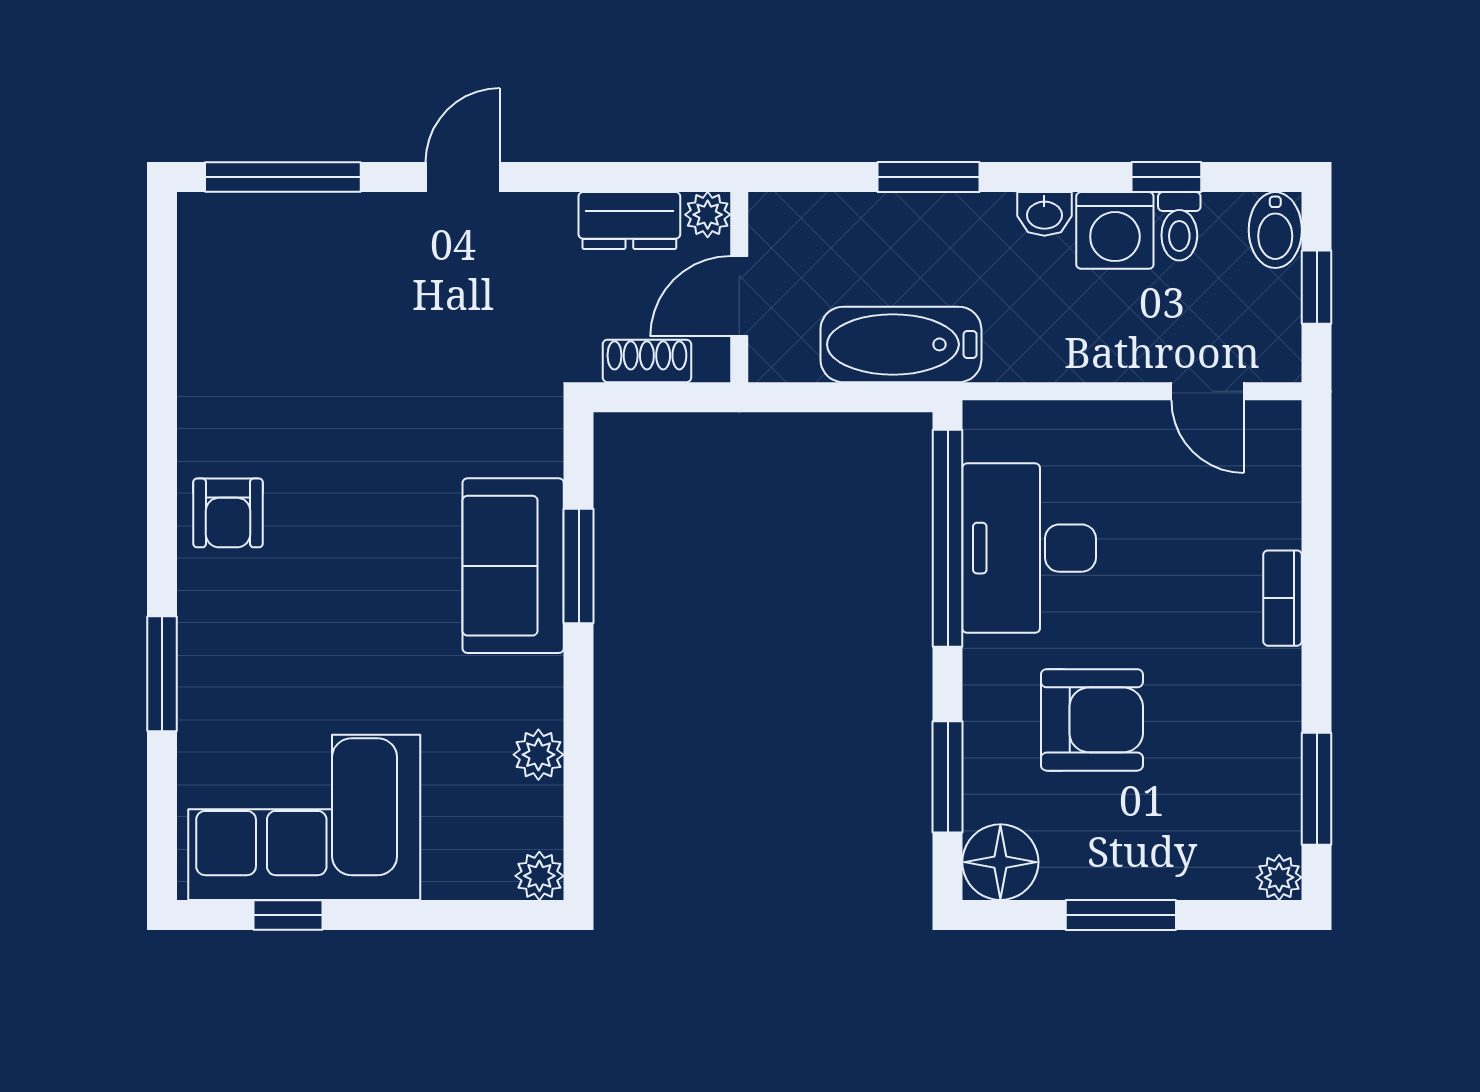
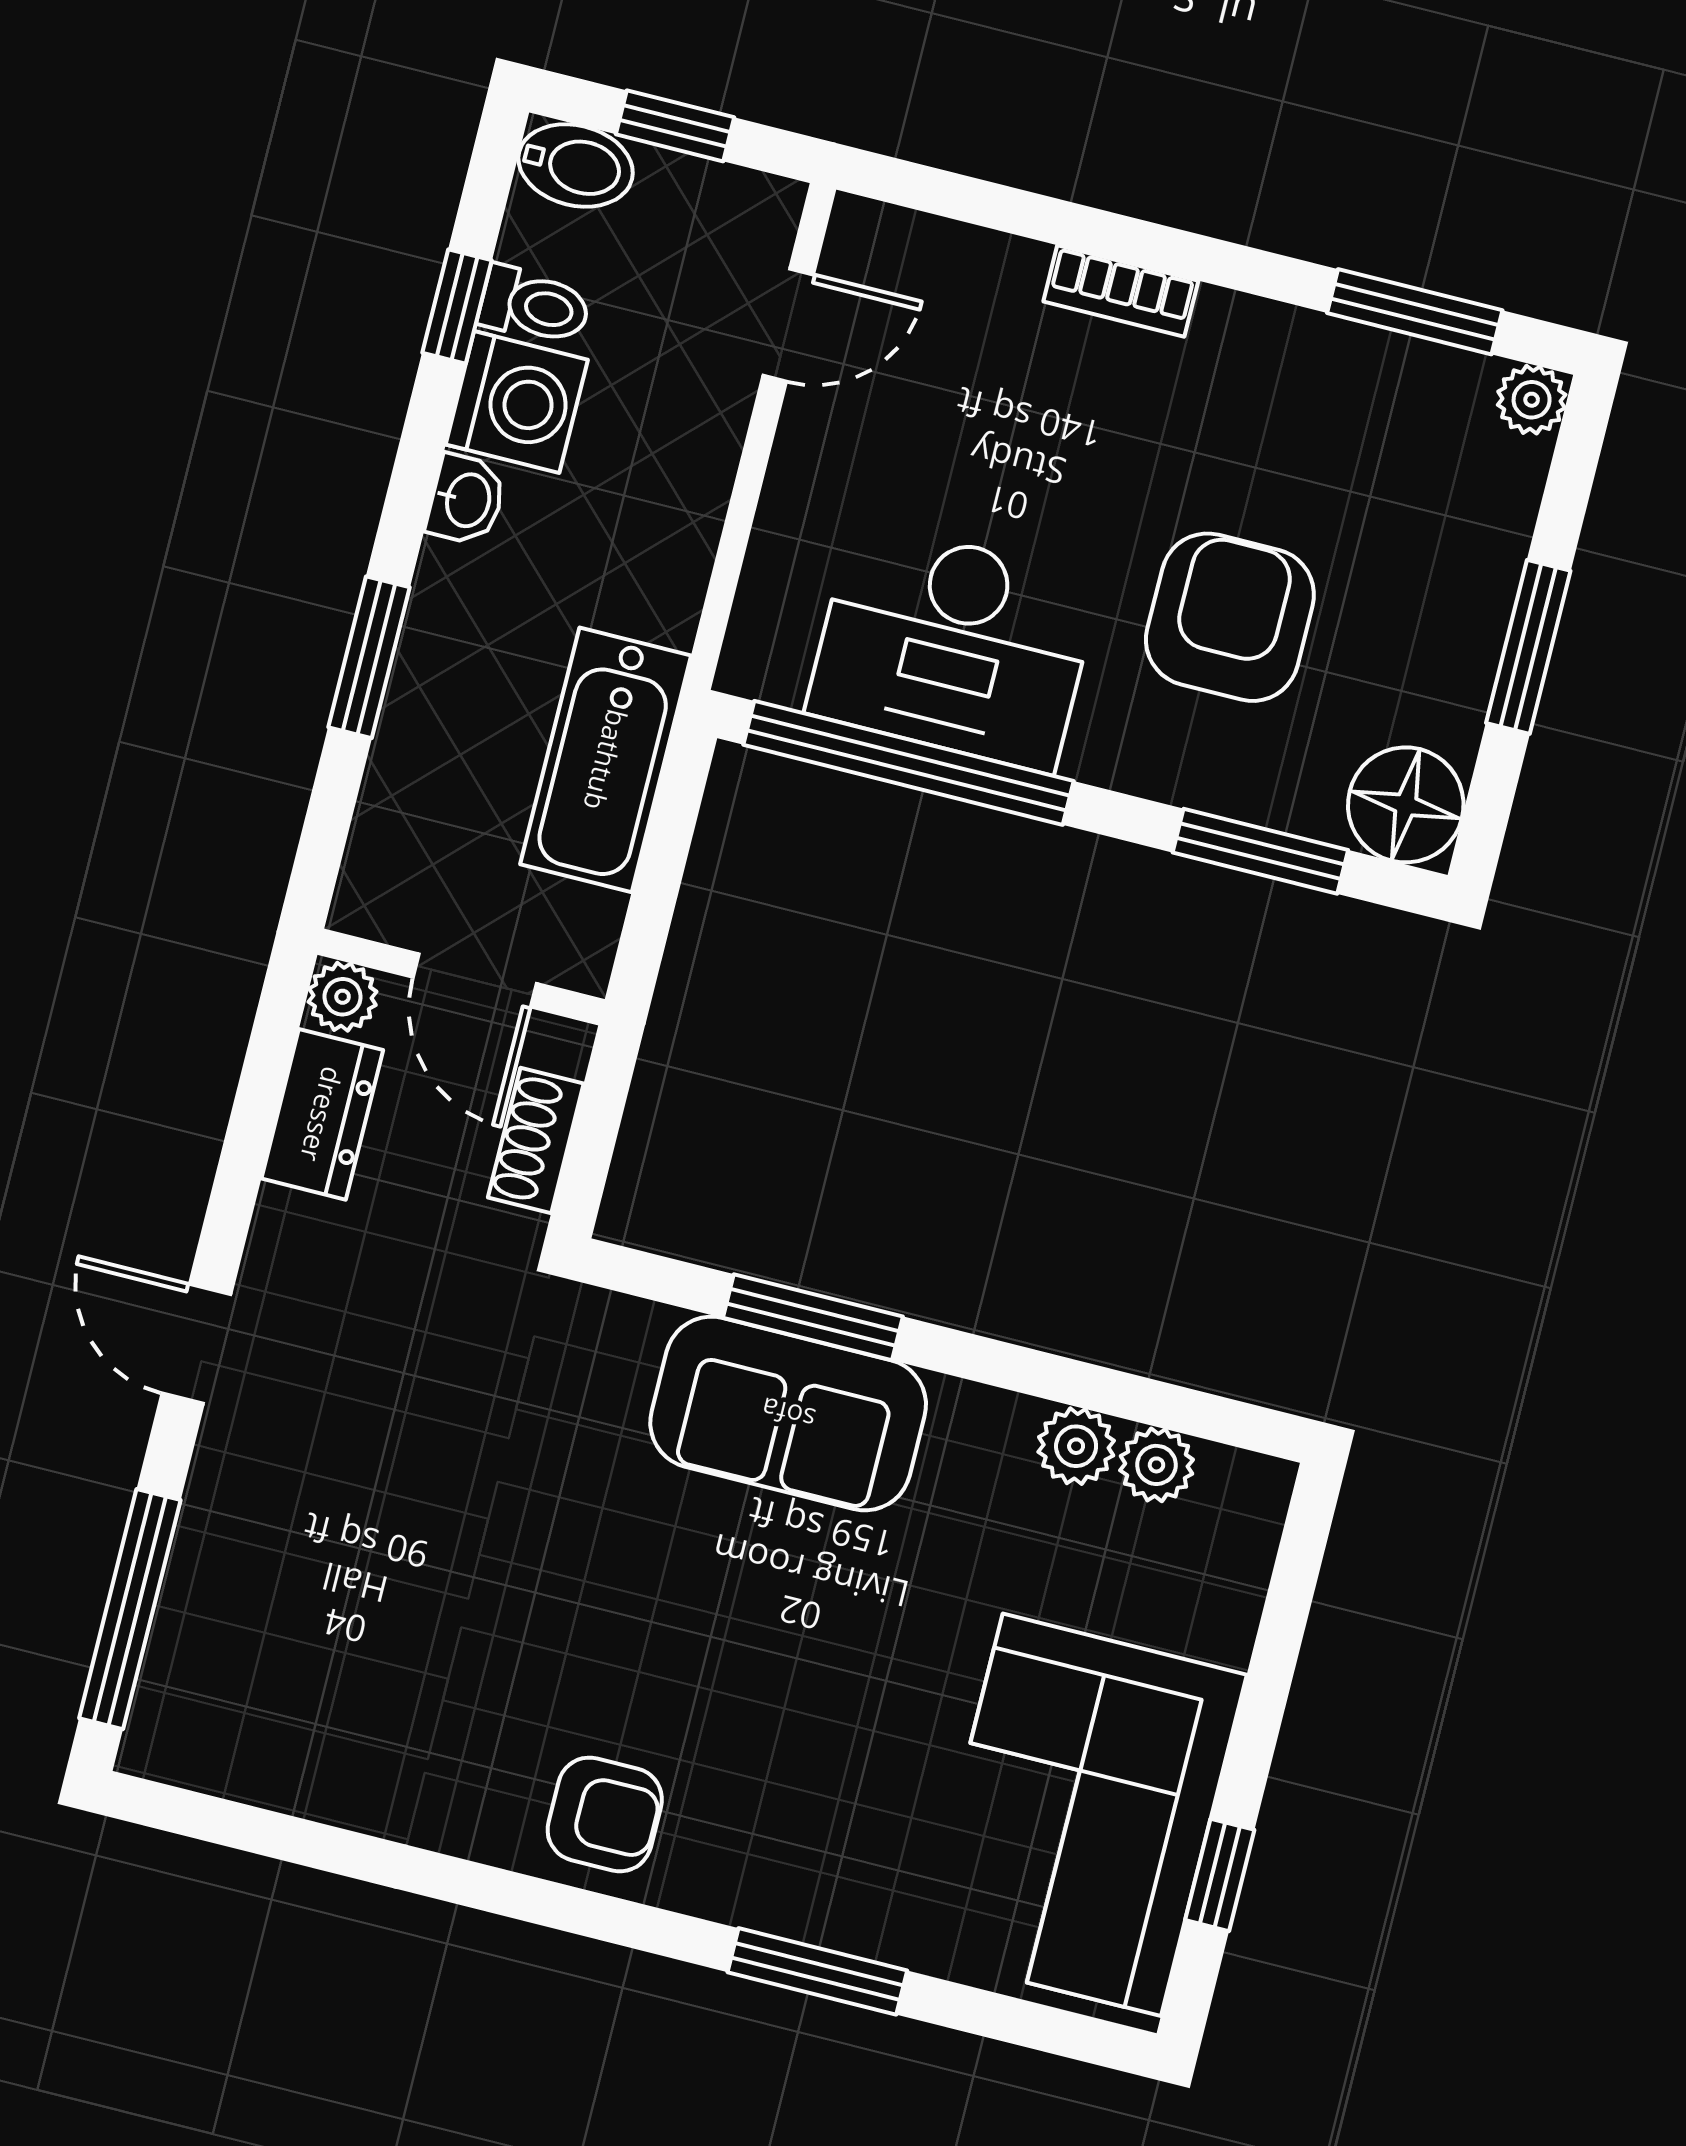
plant: (539, 876) -> (1156, 1465), moved

